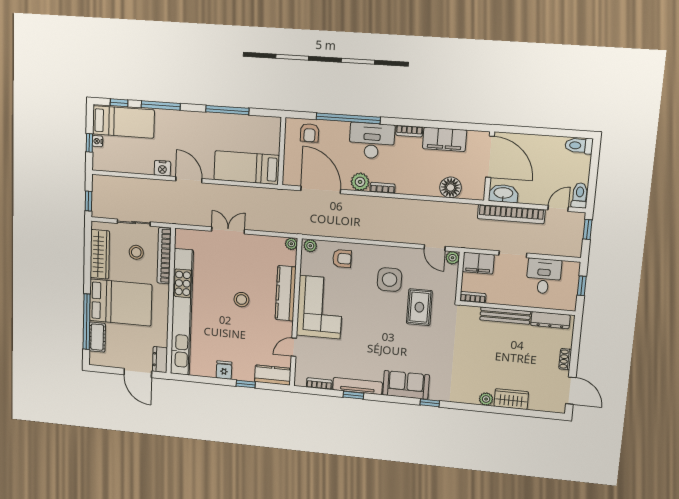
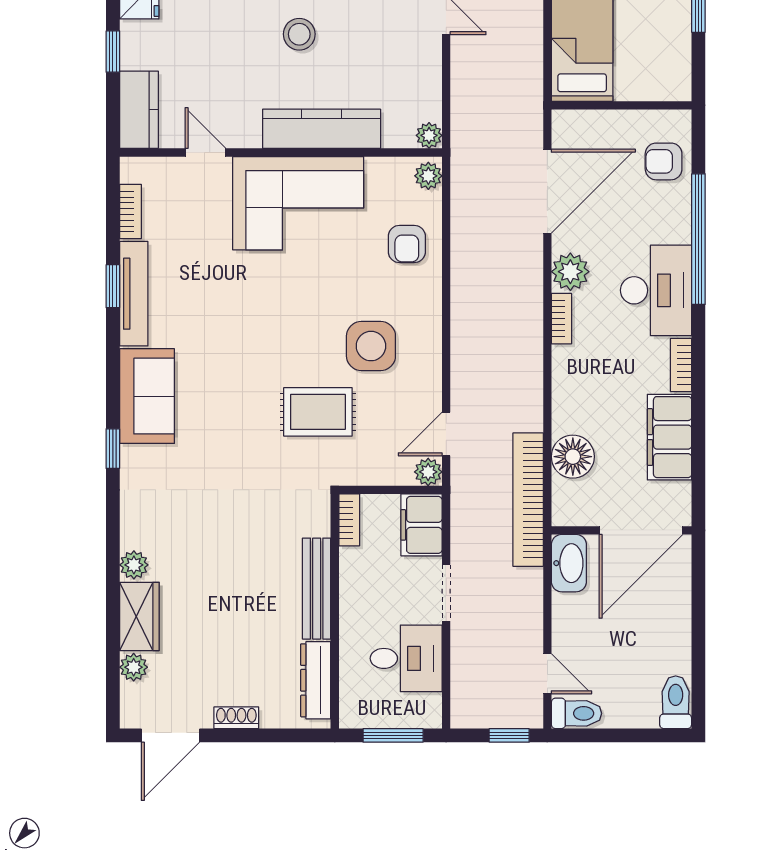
bookcase: (511, 214) -> (528, 500), moved
window: (582, 286) -> (393, 735), width x1.50
plant: (536, 404) -> (134, 667), added

